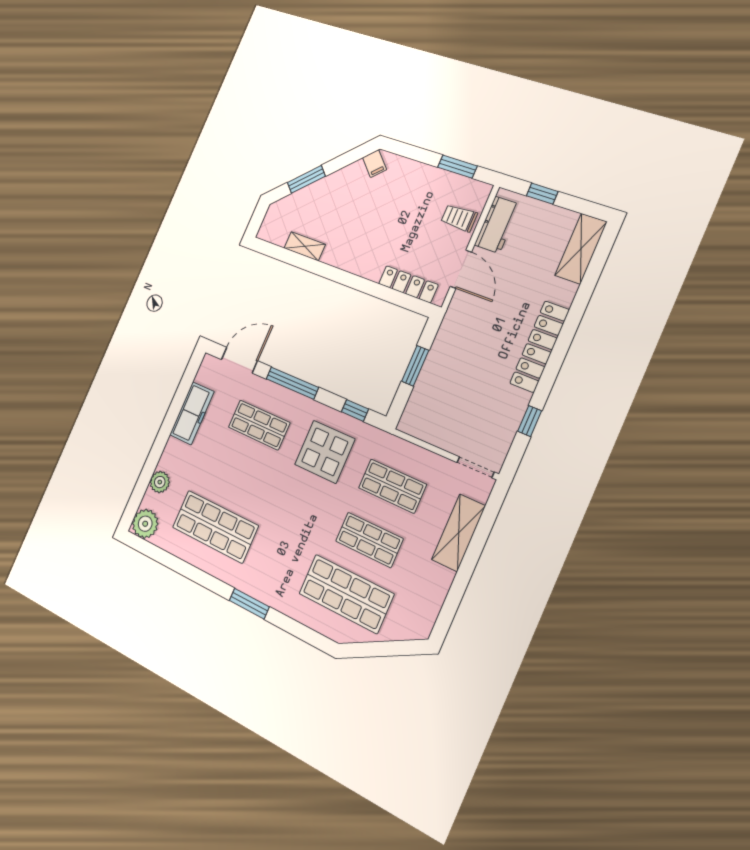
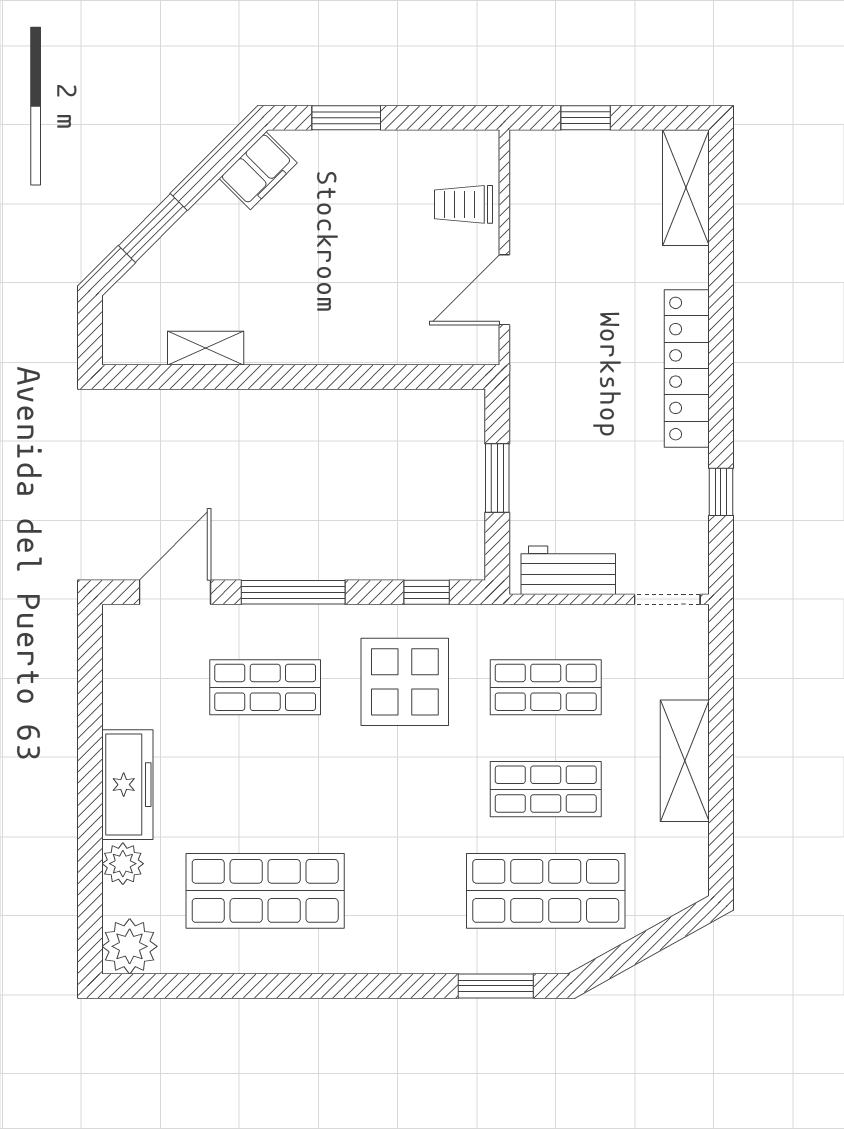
filing cabinet: (375, 164) -> (258, 171), width x2.00
window: (457, 167) -> (346, 118), moved
workbench: (497, 225) -> (568, 570), moved, turned -90
door: (461, 269) -> (504, 290), swing flipped
locker: (408, 284) -> (425, 347), removed
freezer: (192, 413) -> (127, 785), moved
shelving: (459, 533) -> (685, 761), moved
window: (249, 604) -> (496, 986), moved

